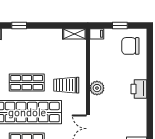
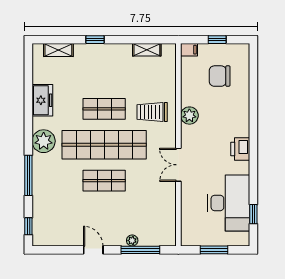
shelving: (74, 34) -> (147, 50), moved
chair: (130, 46) -> (220, 76), moved
printer: (139, 89) -> (240, 149), moved

